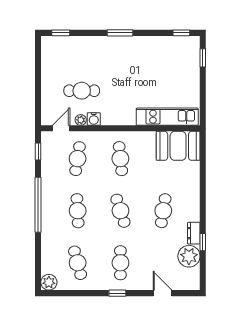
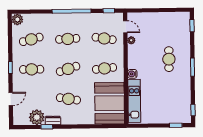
cafe table: (82, 91) -> (169, 59), moved
water cooler: (94, 119) -> (132, 74), moved
booth: (178, 146) -> (110, 103), width x1.36, depth x1.42

